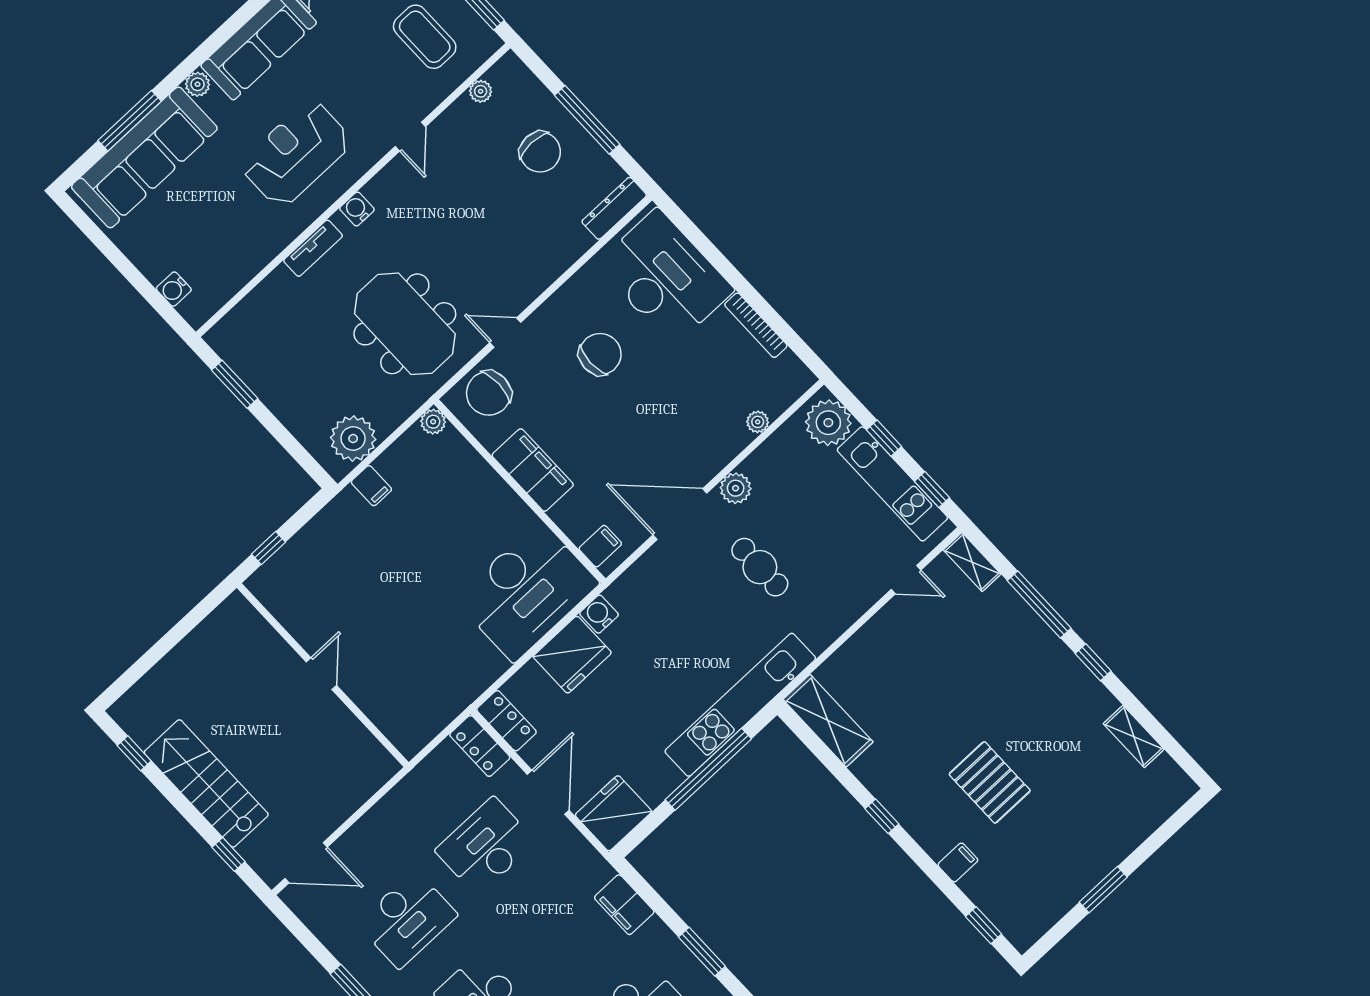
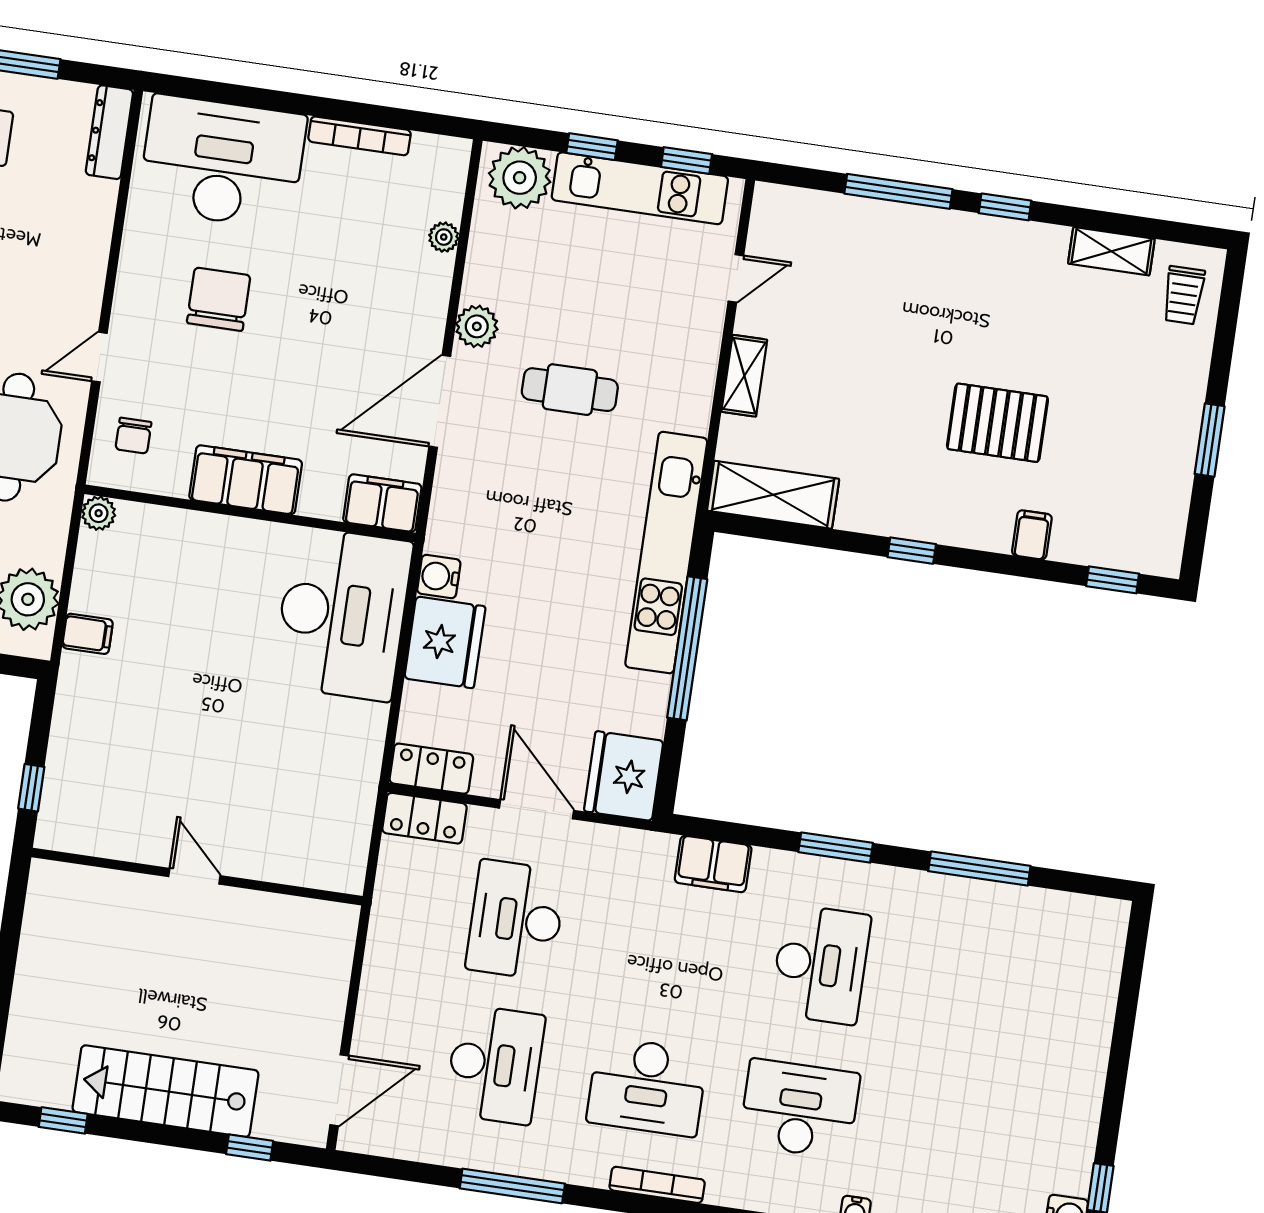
chair: (489, 393) -> (133, 436), width x0.54, depth x0.54
filing cabinet: (600, 546) -> (382, 503), width x2.00
shelving: (972, 562) -> (744, 376), moved, turned 90
trolley: (1155, 795) -> (1184, 295), added

